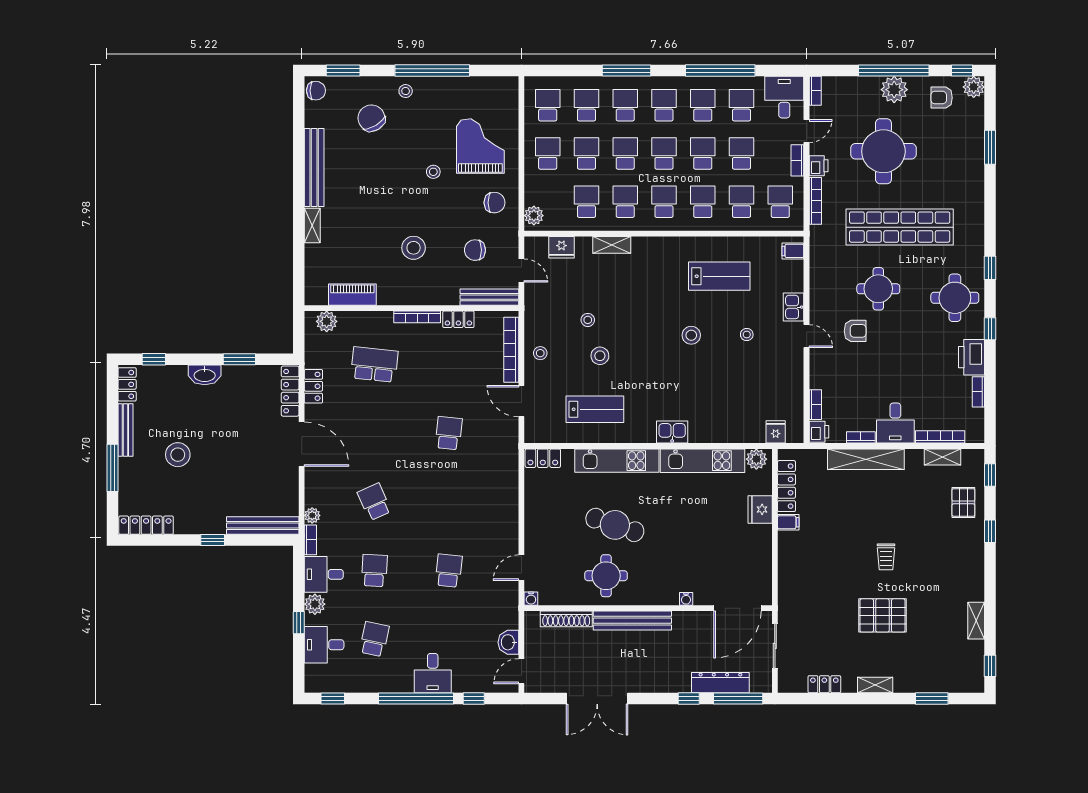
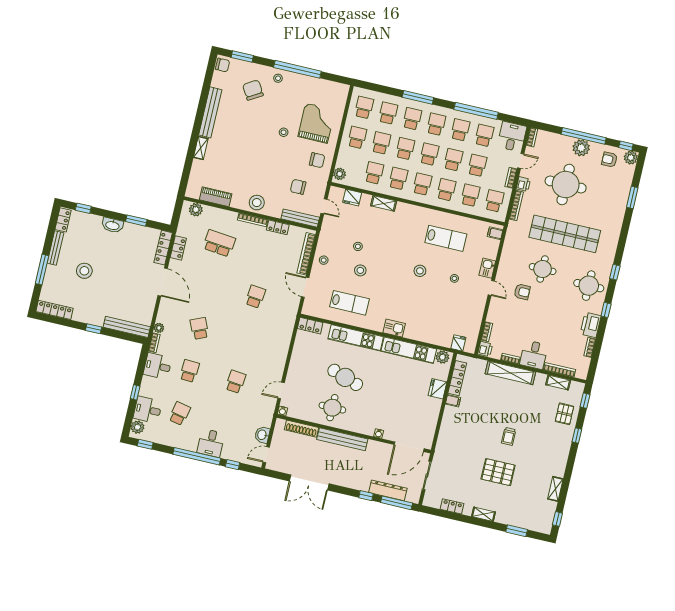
stool: (414, 248) -> (257, 203), moved
plant: (315, 604) -> (138, 427), moved

